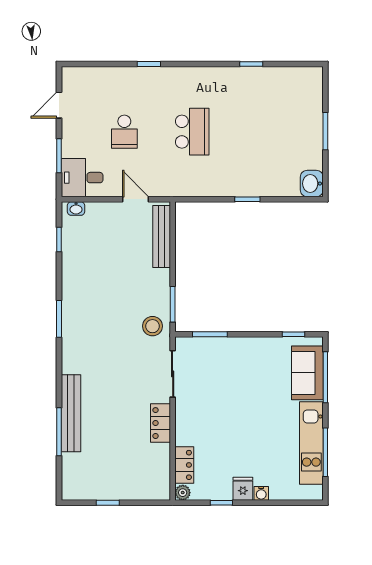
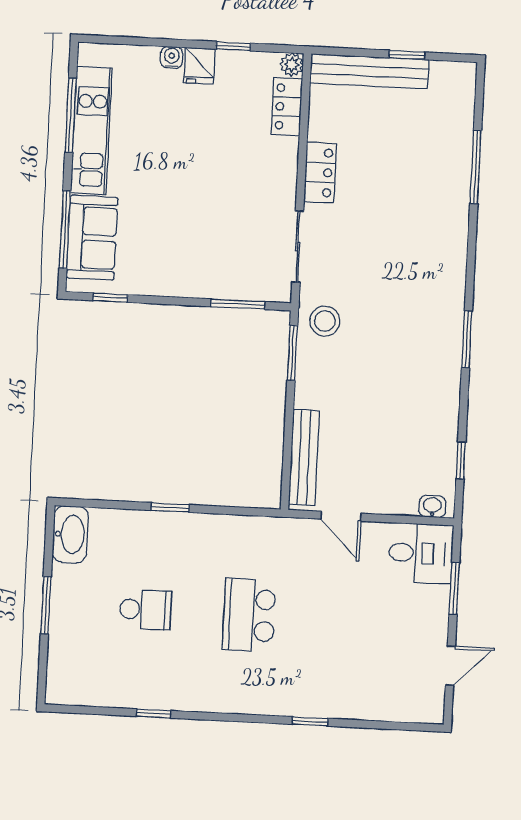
school desk: (124, 132) -> (145, 610), moved, turned 90
washbasin: (312, 184) -> (70, 534), width x1.38
bench: (71, 413) -> (369, 71), moved, turned 90

